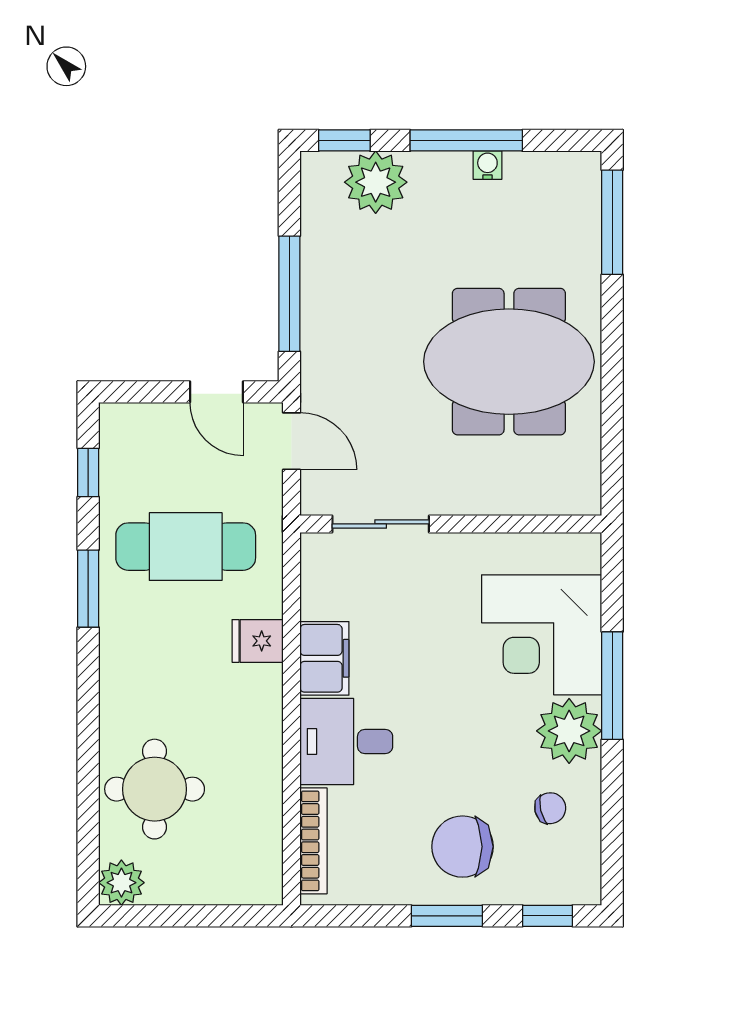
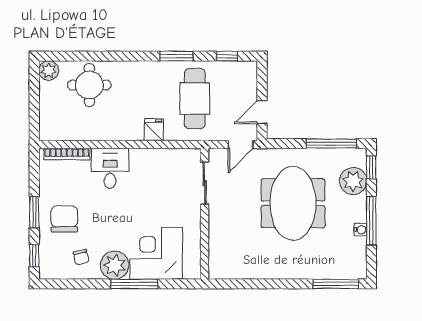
window: (289, 294) -> (331, 144), moved
meeting table: (509, 362) -> (293, 203), moved
filing cabinet: (324, 658) -> (146, 159), removed

